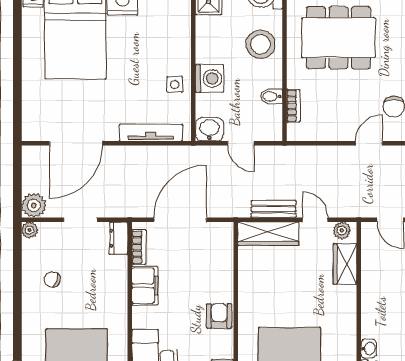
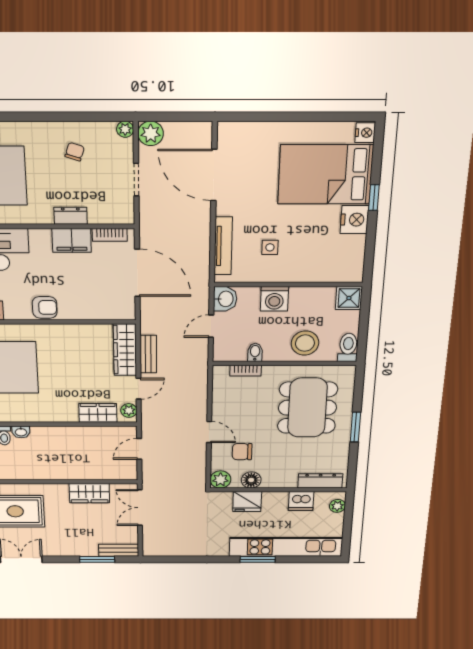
side table: (175, 85) -> (270, 247), moved
dresser: (118, 238) -> (71, 216), moved

